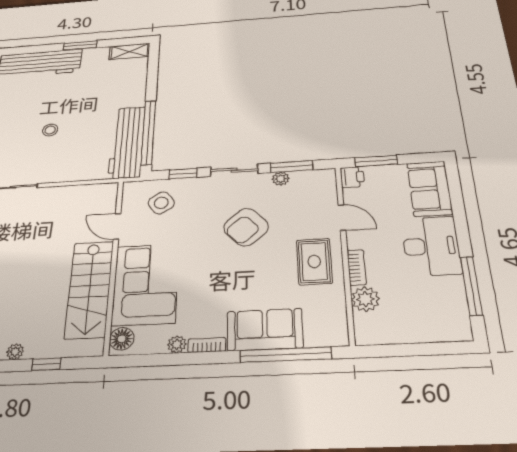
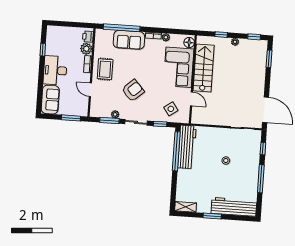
printer: (352, 177) -> (88, 37), moved
window: (471, 286) -> (43, 50), width x0.46

